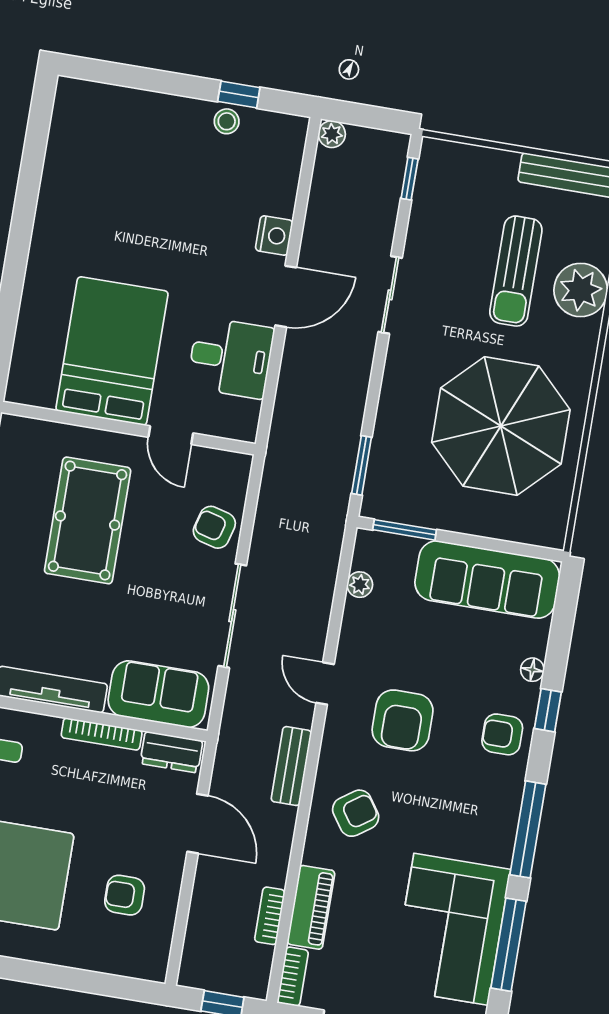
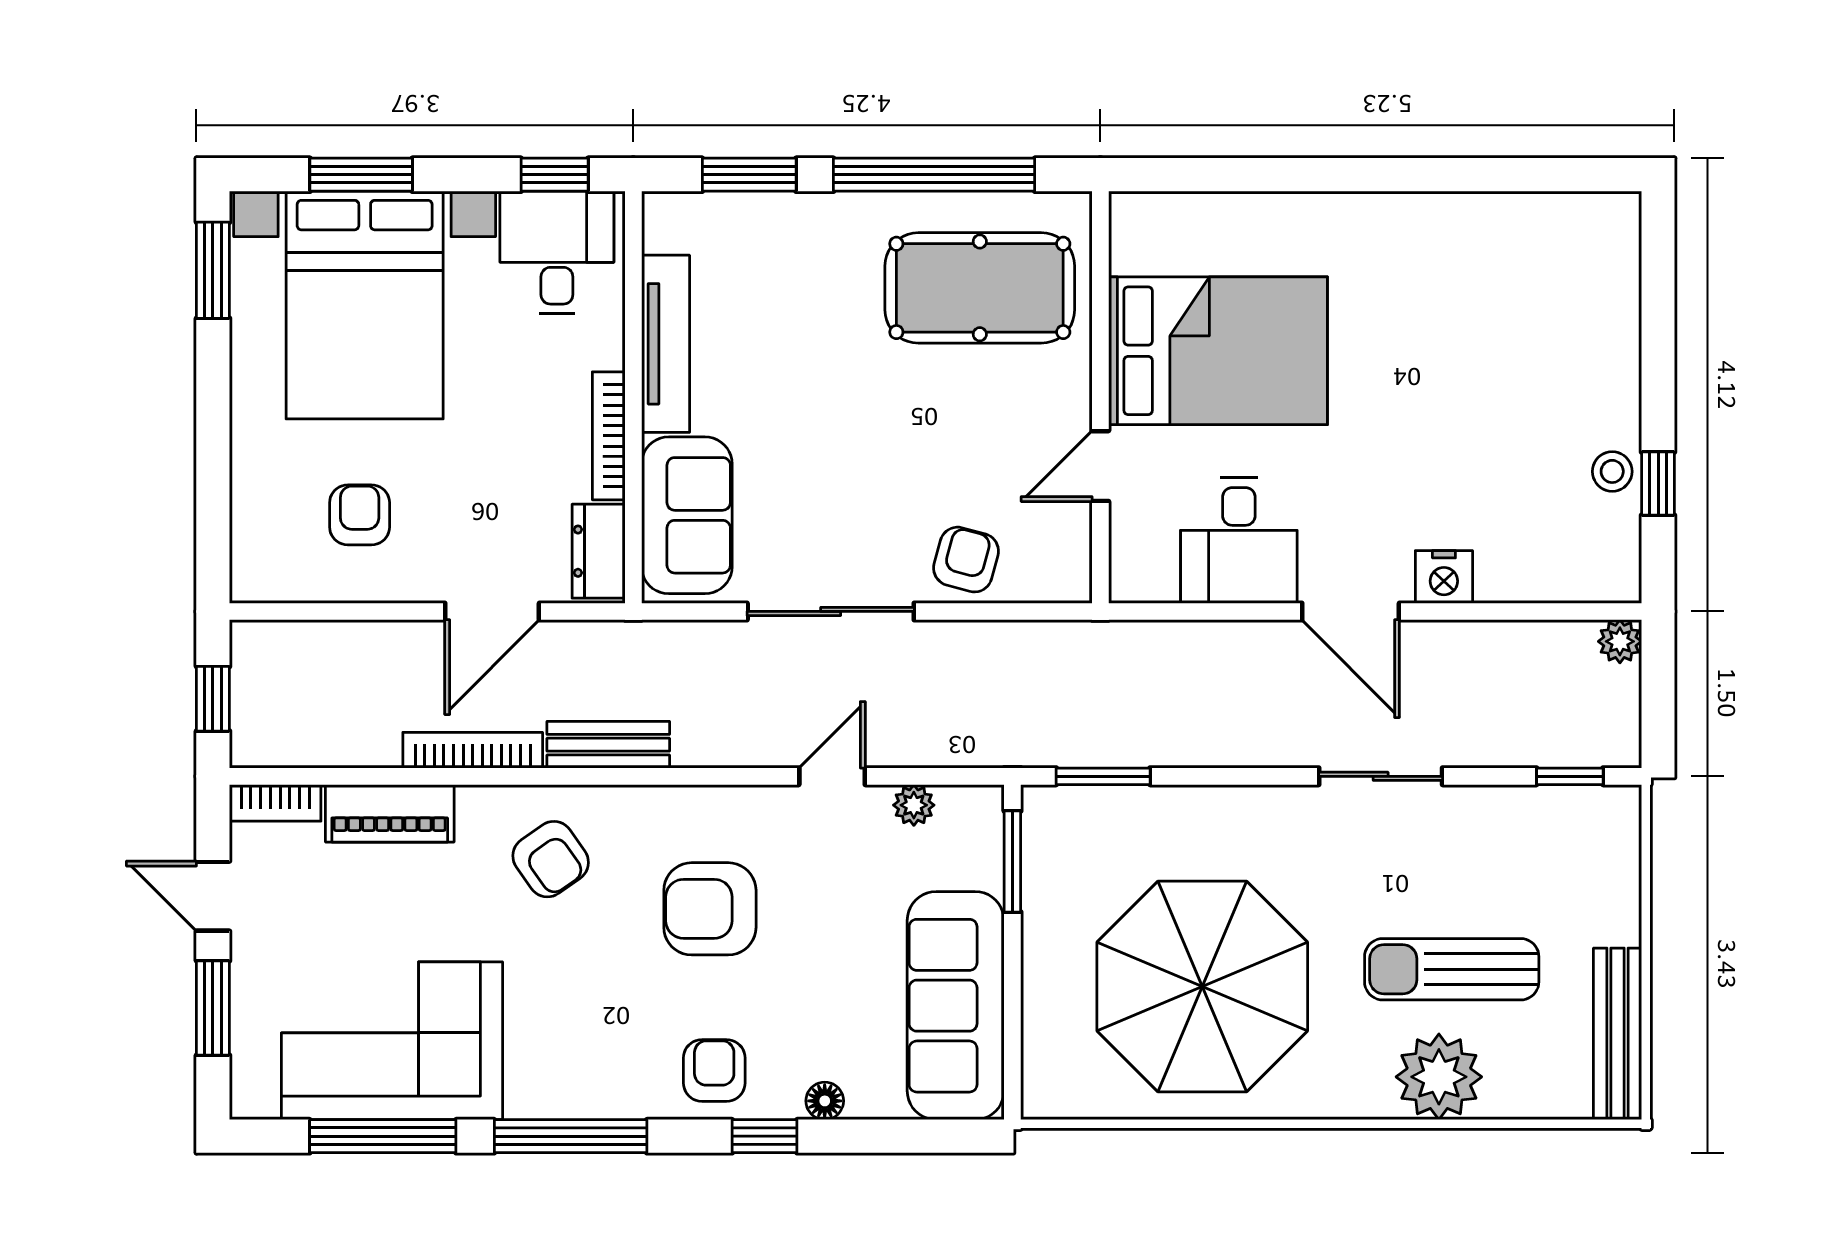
pool table: (88, 520) -> (980, 288), moved
door: (325, 684) -> (832, 776), moved
bookcase: (270, 916) -> (473, 750), moved, width x1.56

